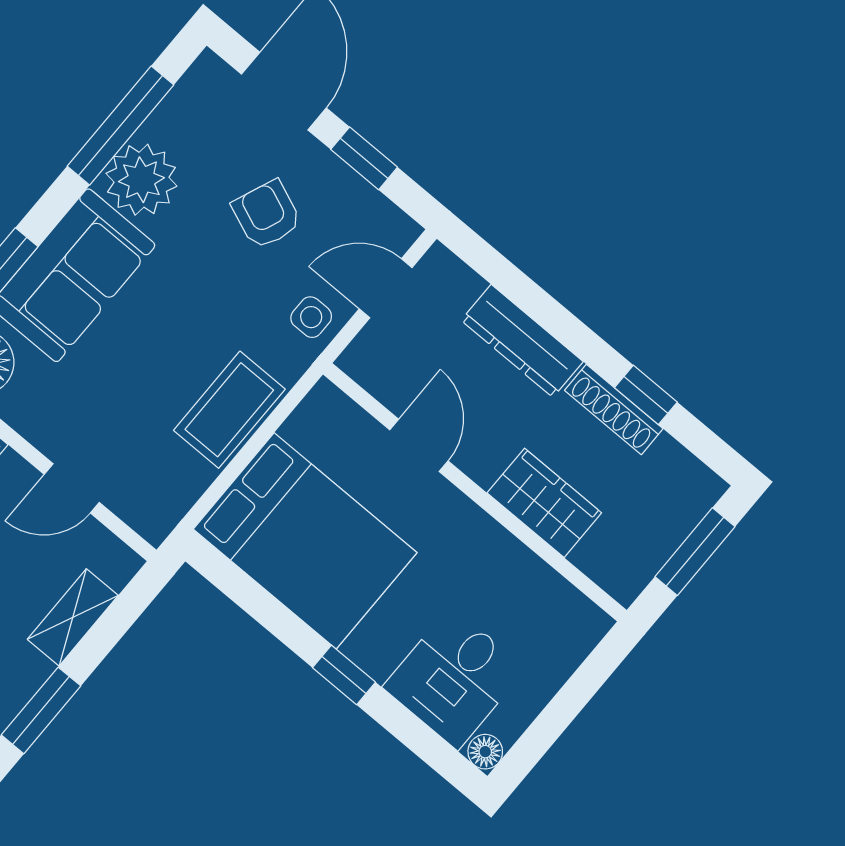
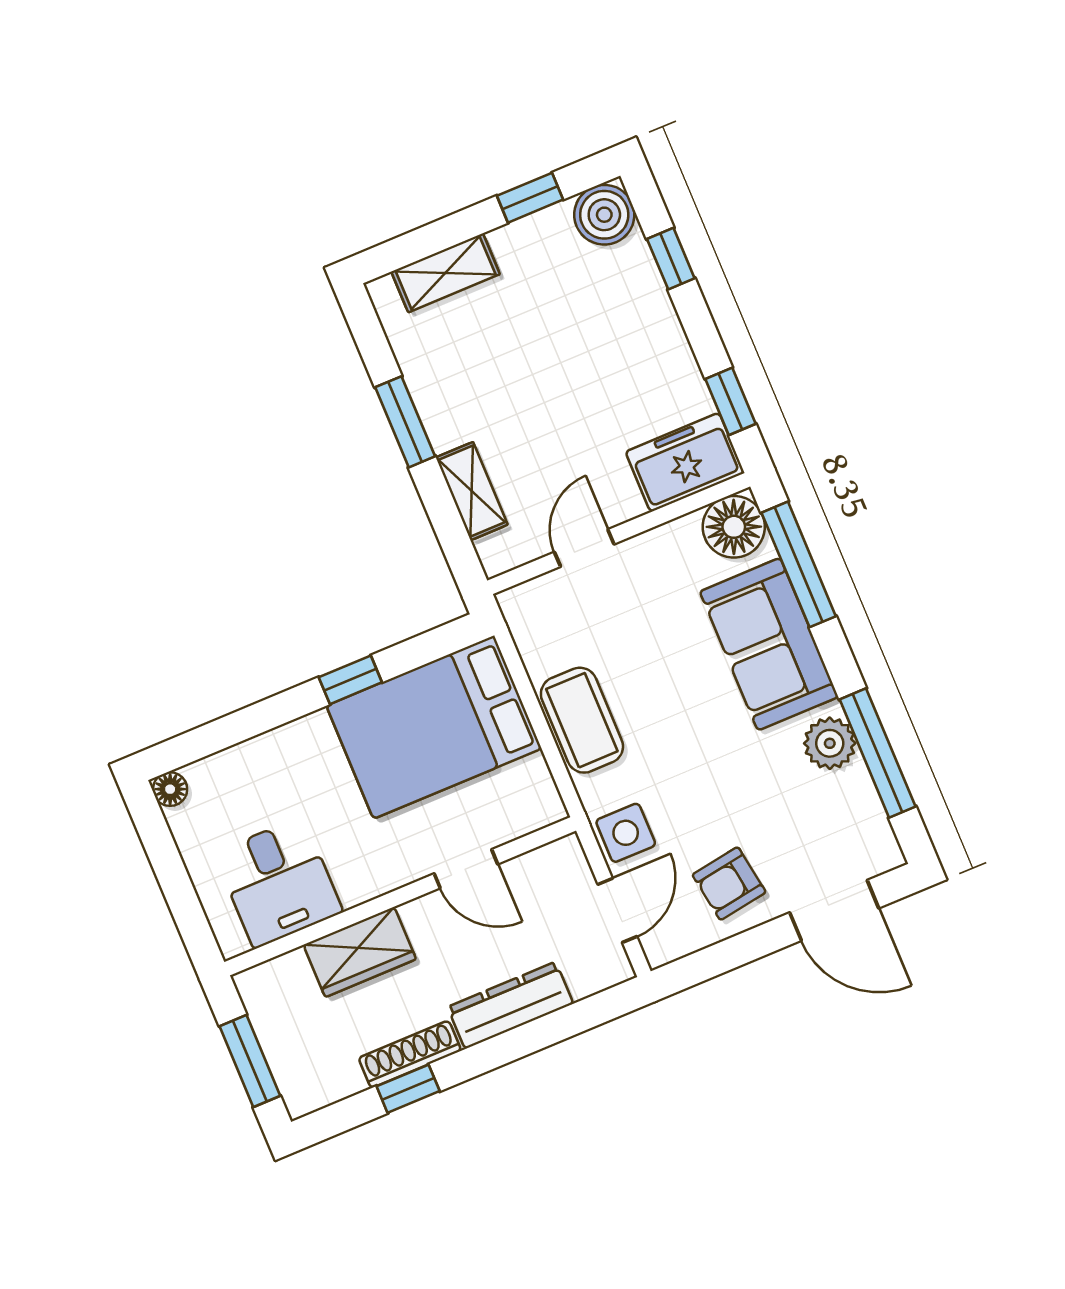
window: (364, 158) -> (740, 950), removed
plant: (141, 180) -> (830, 743), width x0.73, depth x0.73
armchair: (267, 215) -> (729, 884), moved, turned 149
side table: (311, 317) -> (626, 833), width x1.37, depth x1.37
window: (344, 675) -> (350, 680), moved
desk: (454, 678) -> (278, 882), moved, turned 180

